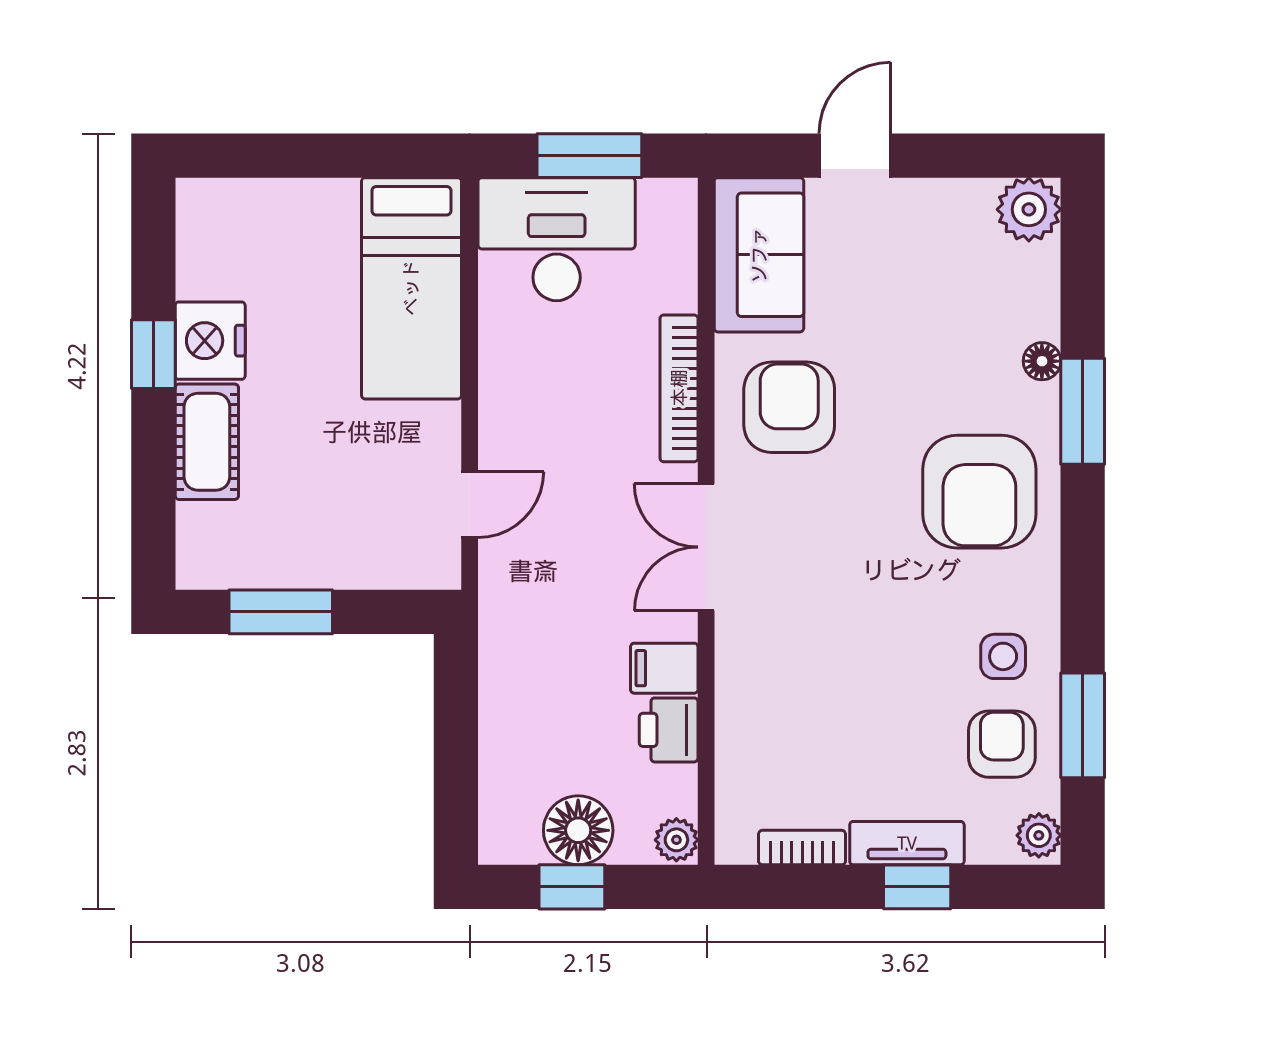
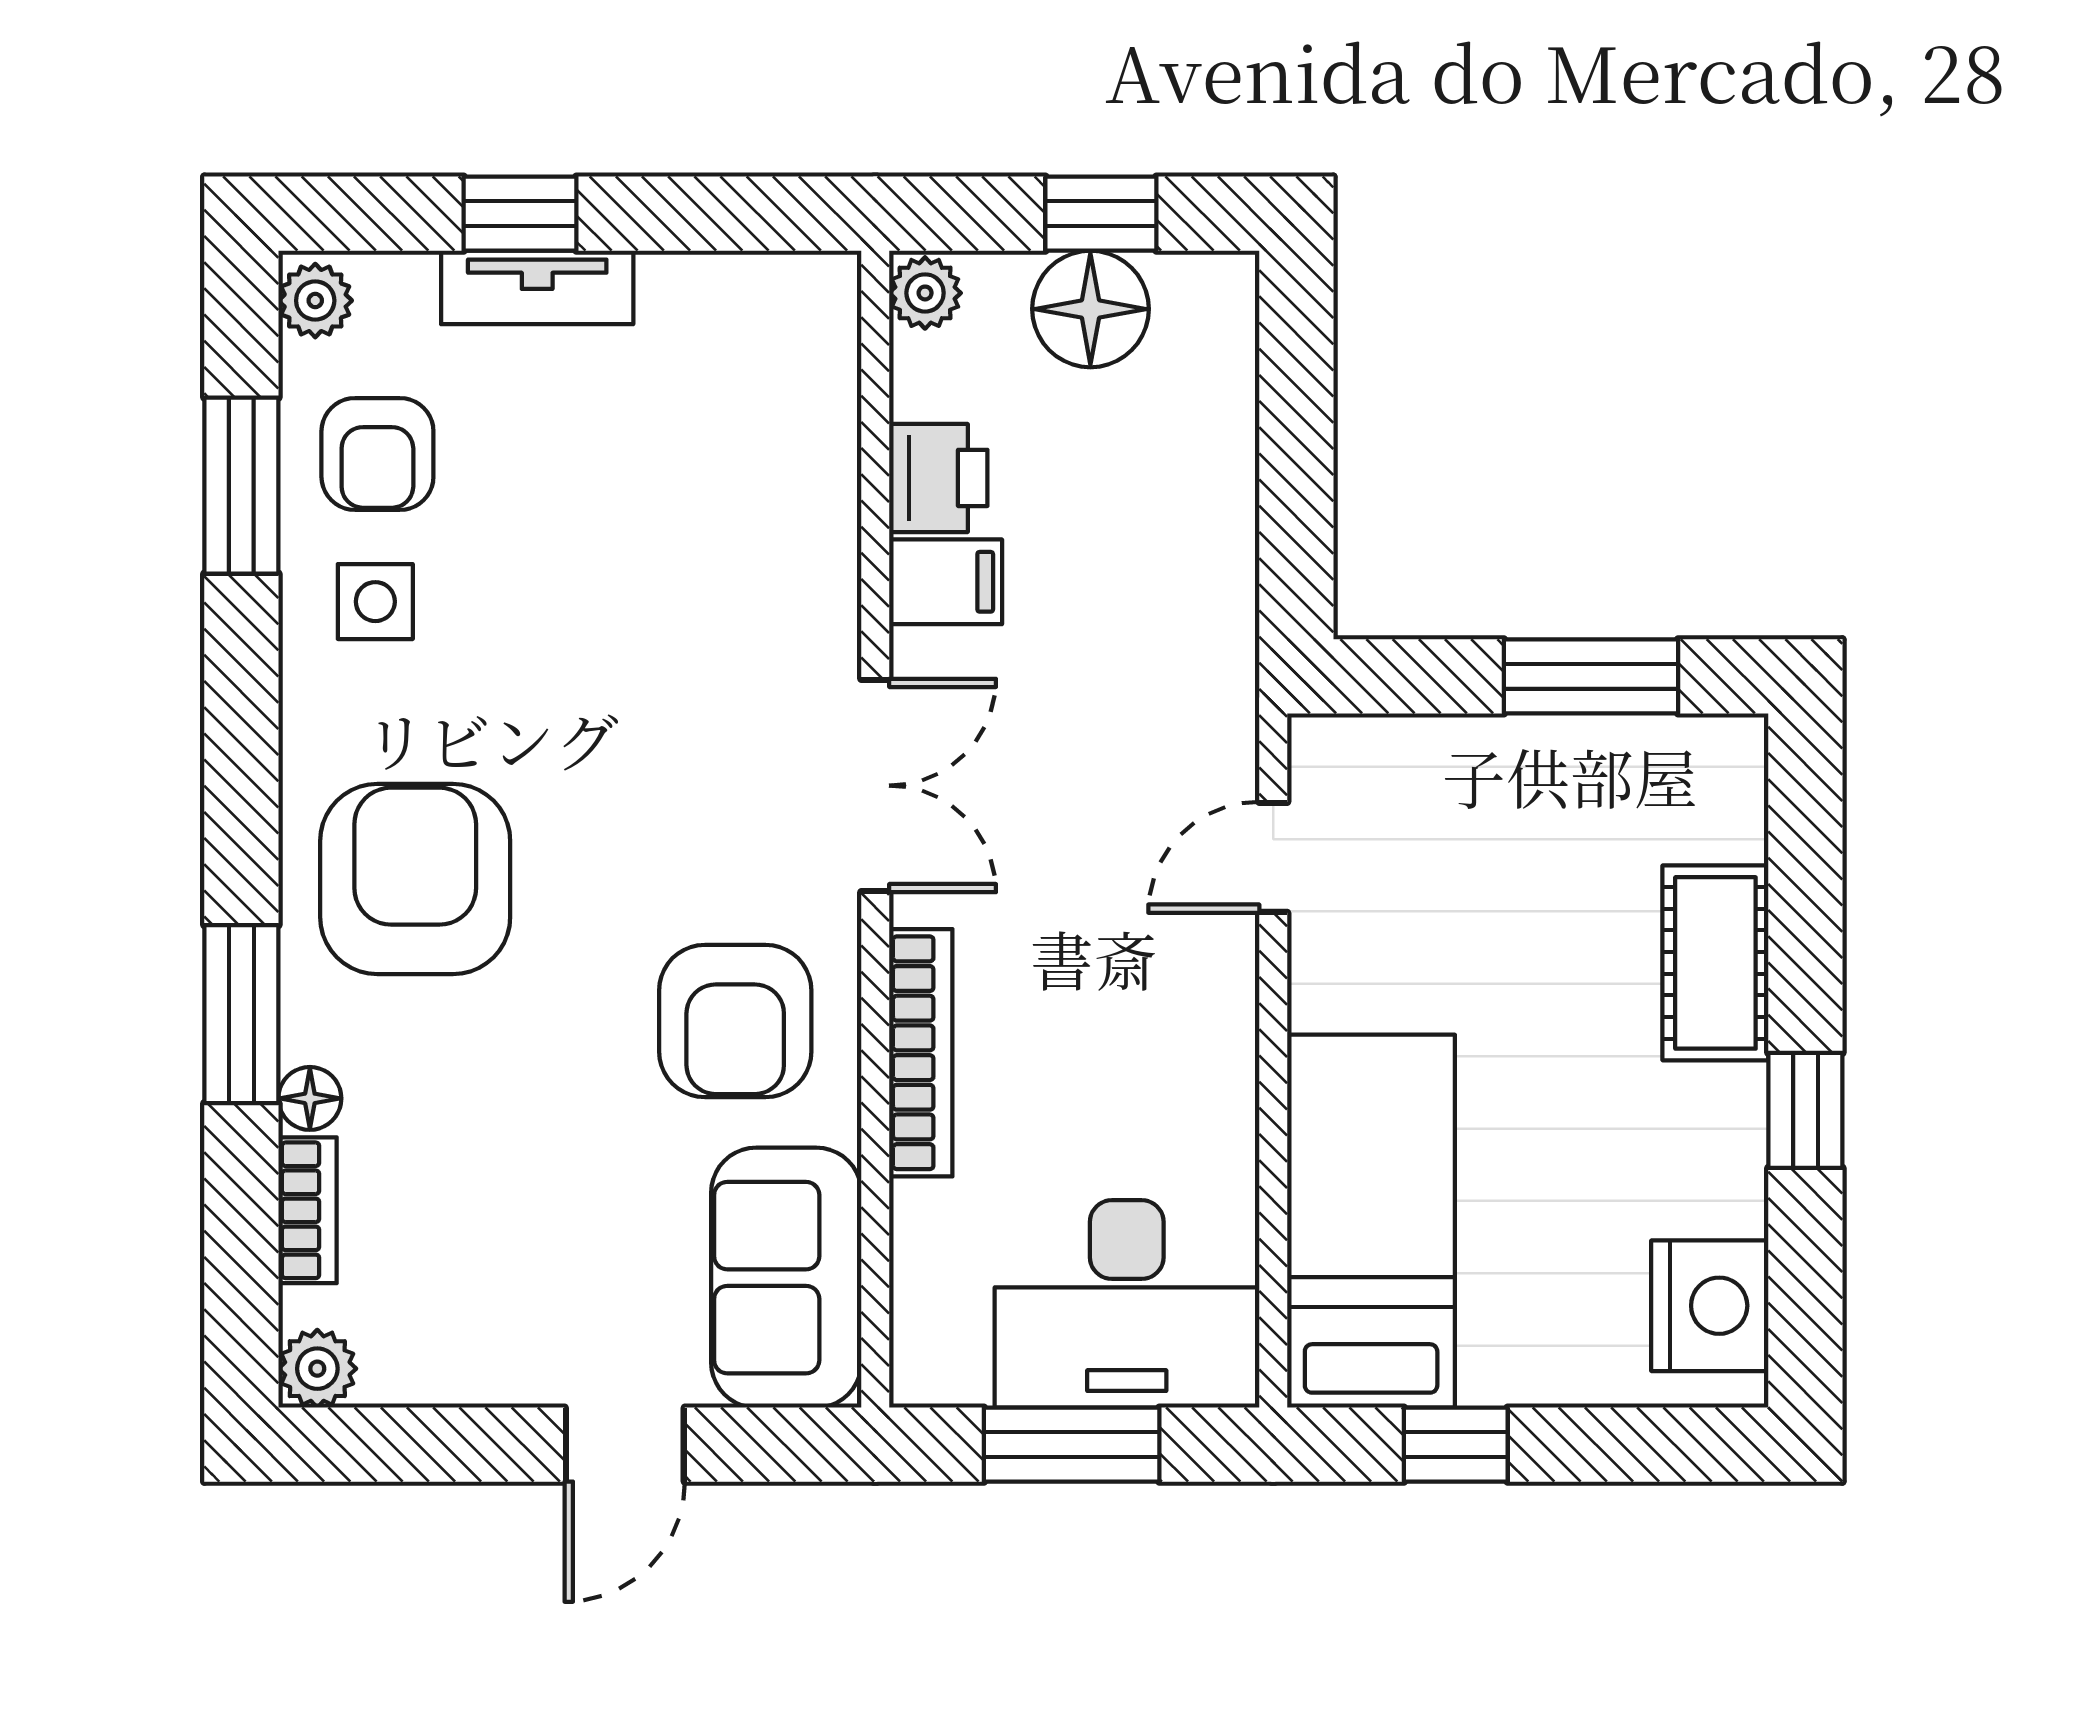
window: (361, 156) -> (1456, 1445), added
plant: (1029, 209) -> (317, 1369), width x0.73, depth x0.73
nightstand: (210, 341) -> (1710, 1306), moved
bookcase: (802, 848) -> (308, 1210), moved, turned -90

